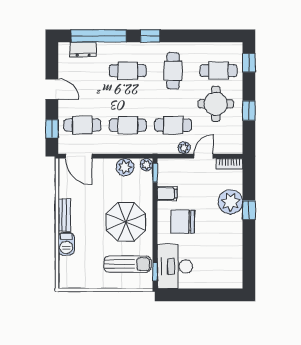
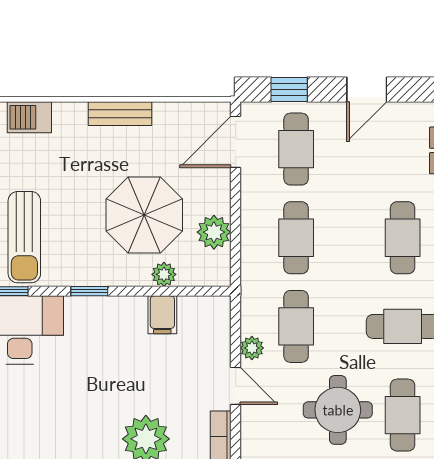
plant: (147, 165) -> (164, 274), moved
window: (155, 173) -> (89, 291), moved
parasol: (126, 222) -> (144, 215), moved
chair: (183, 222) -> (107, 345), removed
barbecue: (66, 244) -> (29, 117), moved

